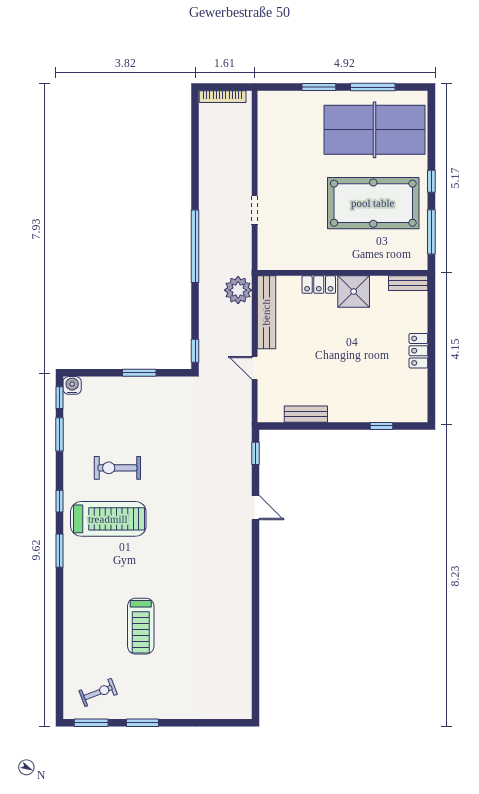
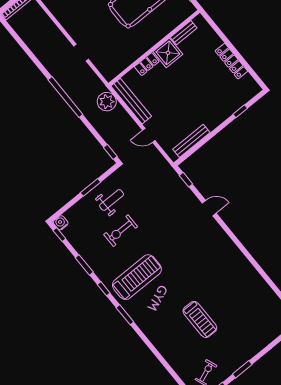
bench: (408, 283) -> (184, 33), moved
locker: (418, 351) -> (231, 61), width x1.53
weight bench: (151, 407) -> (112, 200), added
bench: (306, 414) -> (191, 141), width x1.36
window: (59, 434) -> (84, 265), moved
exercise bike: (117, 468) -> (121, 231), moved

